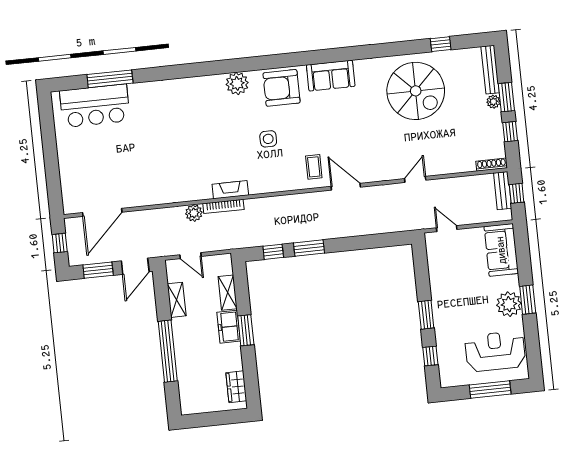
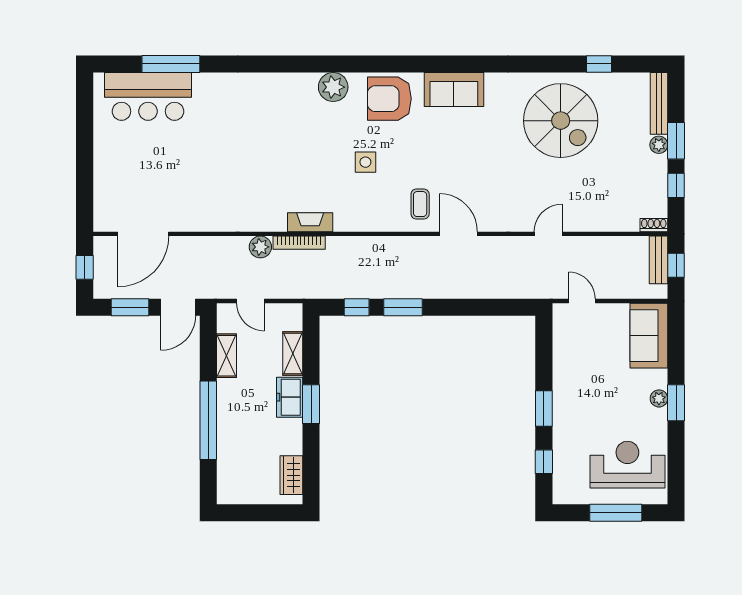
shoe rack: (492, 165) -> (654, 225), width x0.70
plant: (509, 304) -> (659, 398), width x0.53, depth x0.53

